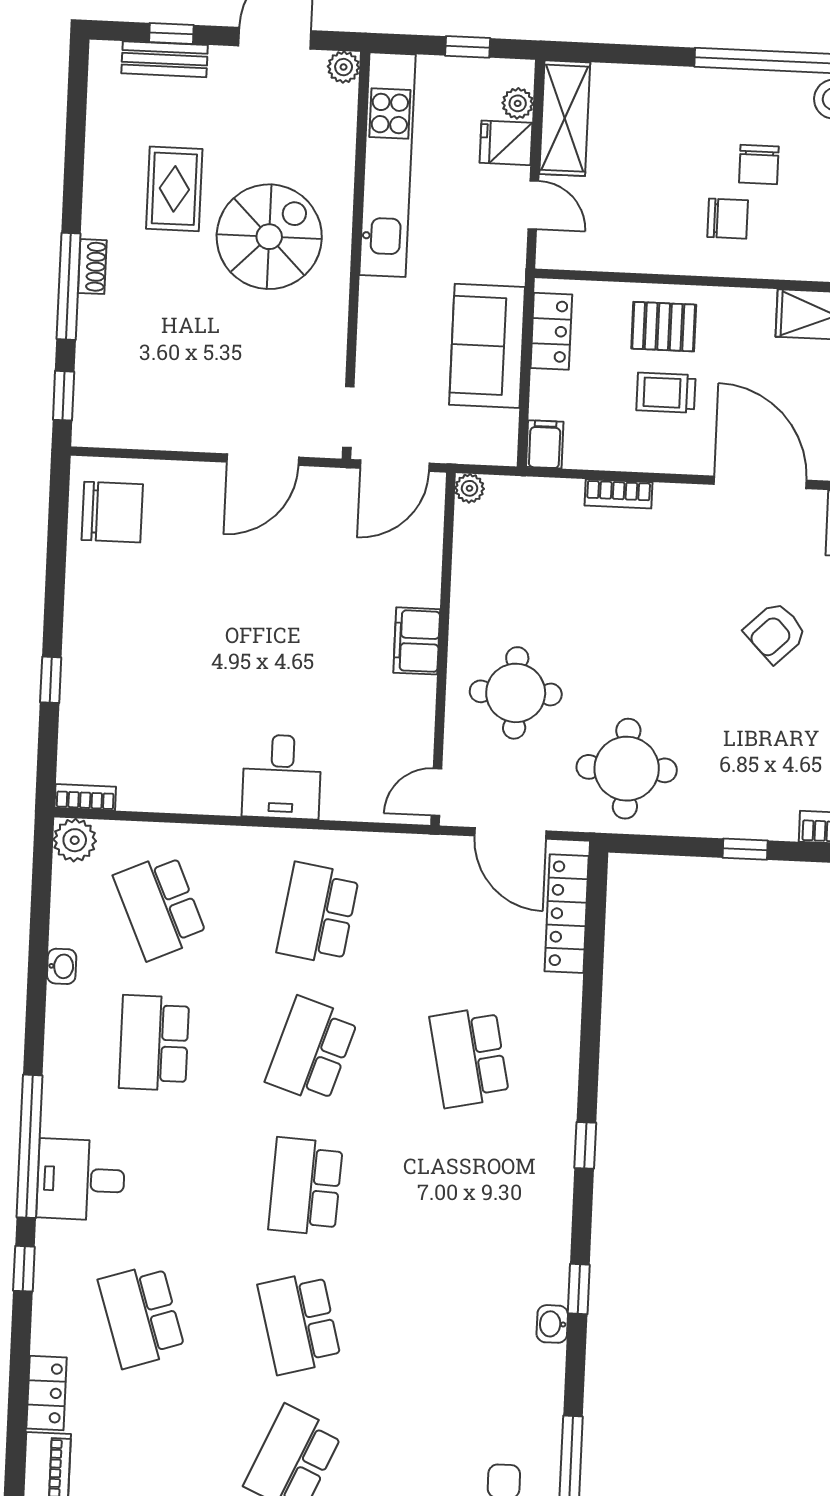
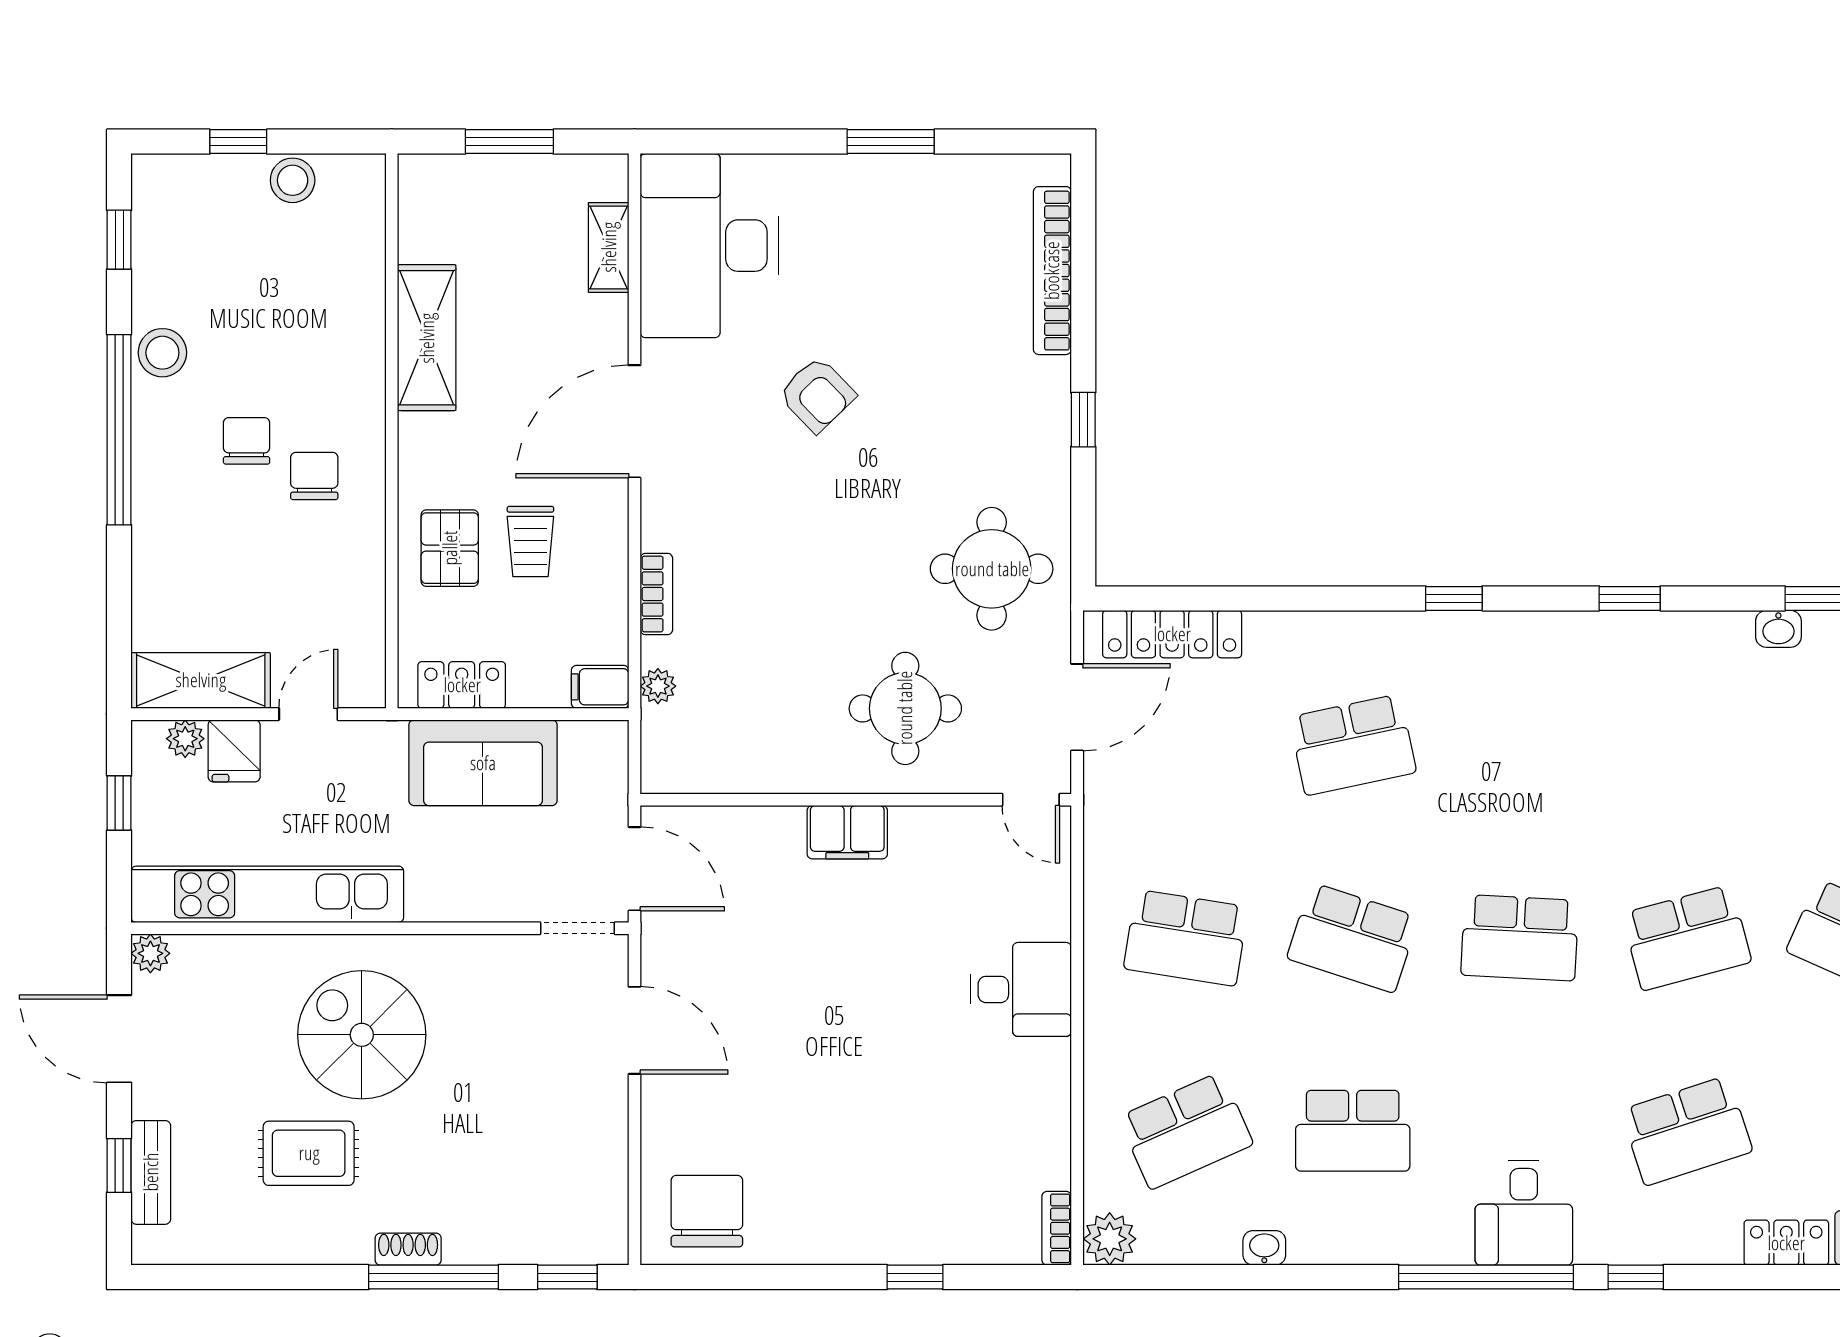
chair: (759, 165) -> (247, 441), turned -90
plant: (469, 488) -> (658, 686), moved
washbasin: (552, 1324) -> (1778, 629), moved

